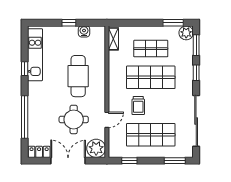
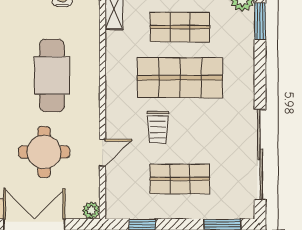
window: (196, 73) -> (260, 70), removed
shop shelf: (151, 135) -> (180, 179), width x0.70, depth x0.74
plant: (96, 148) -> (91, 210), width x0.53, depth x0.53

